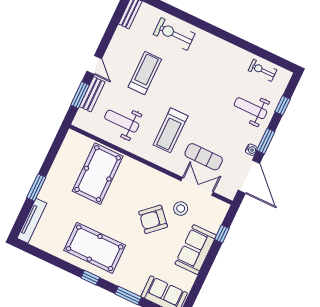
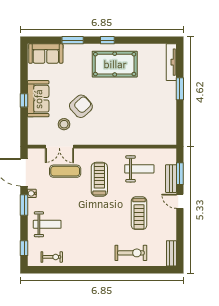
window: (283, 105) -> (24, 248), moved
pool table: (98, 174) -> (139, 121), removed
window: (222, 234) -> (24, 100), moved

